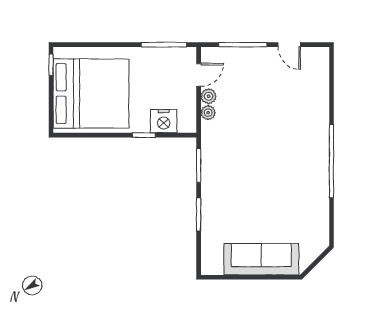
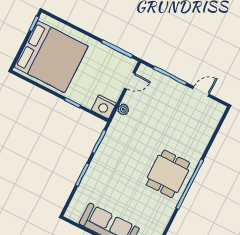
door: (289, 45) -> (201, 91), swing flipped
plant: (209, 96) -> (129, 99), removed
nightstand: (164, 121) -> (104, 107), moved
dining table: (300, 162) -> (168, 174), added

